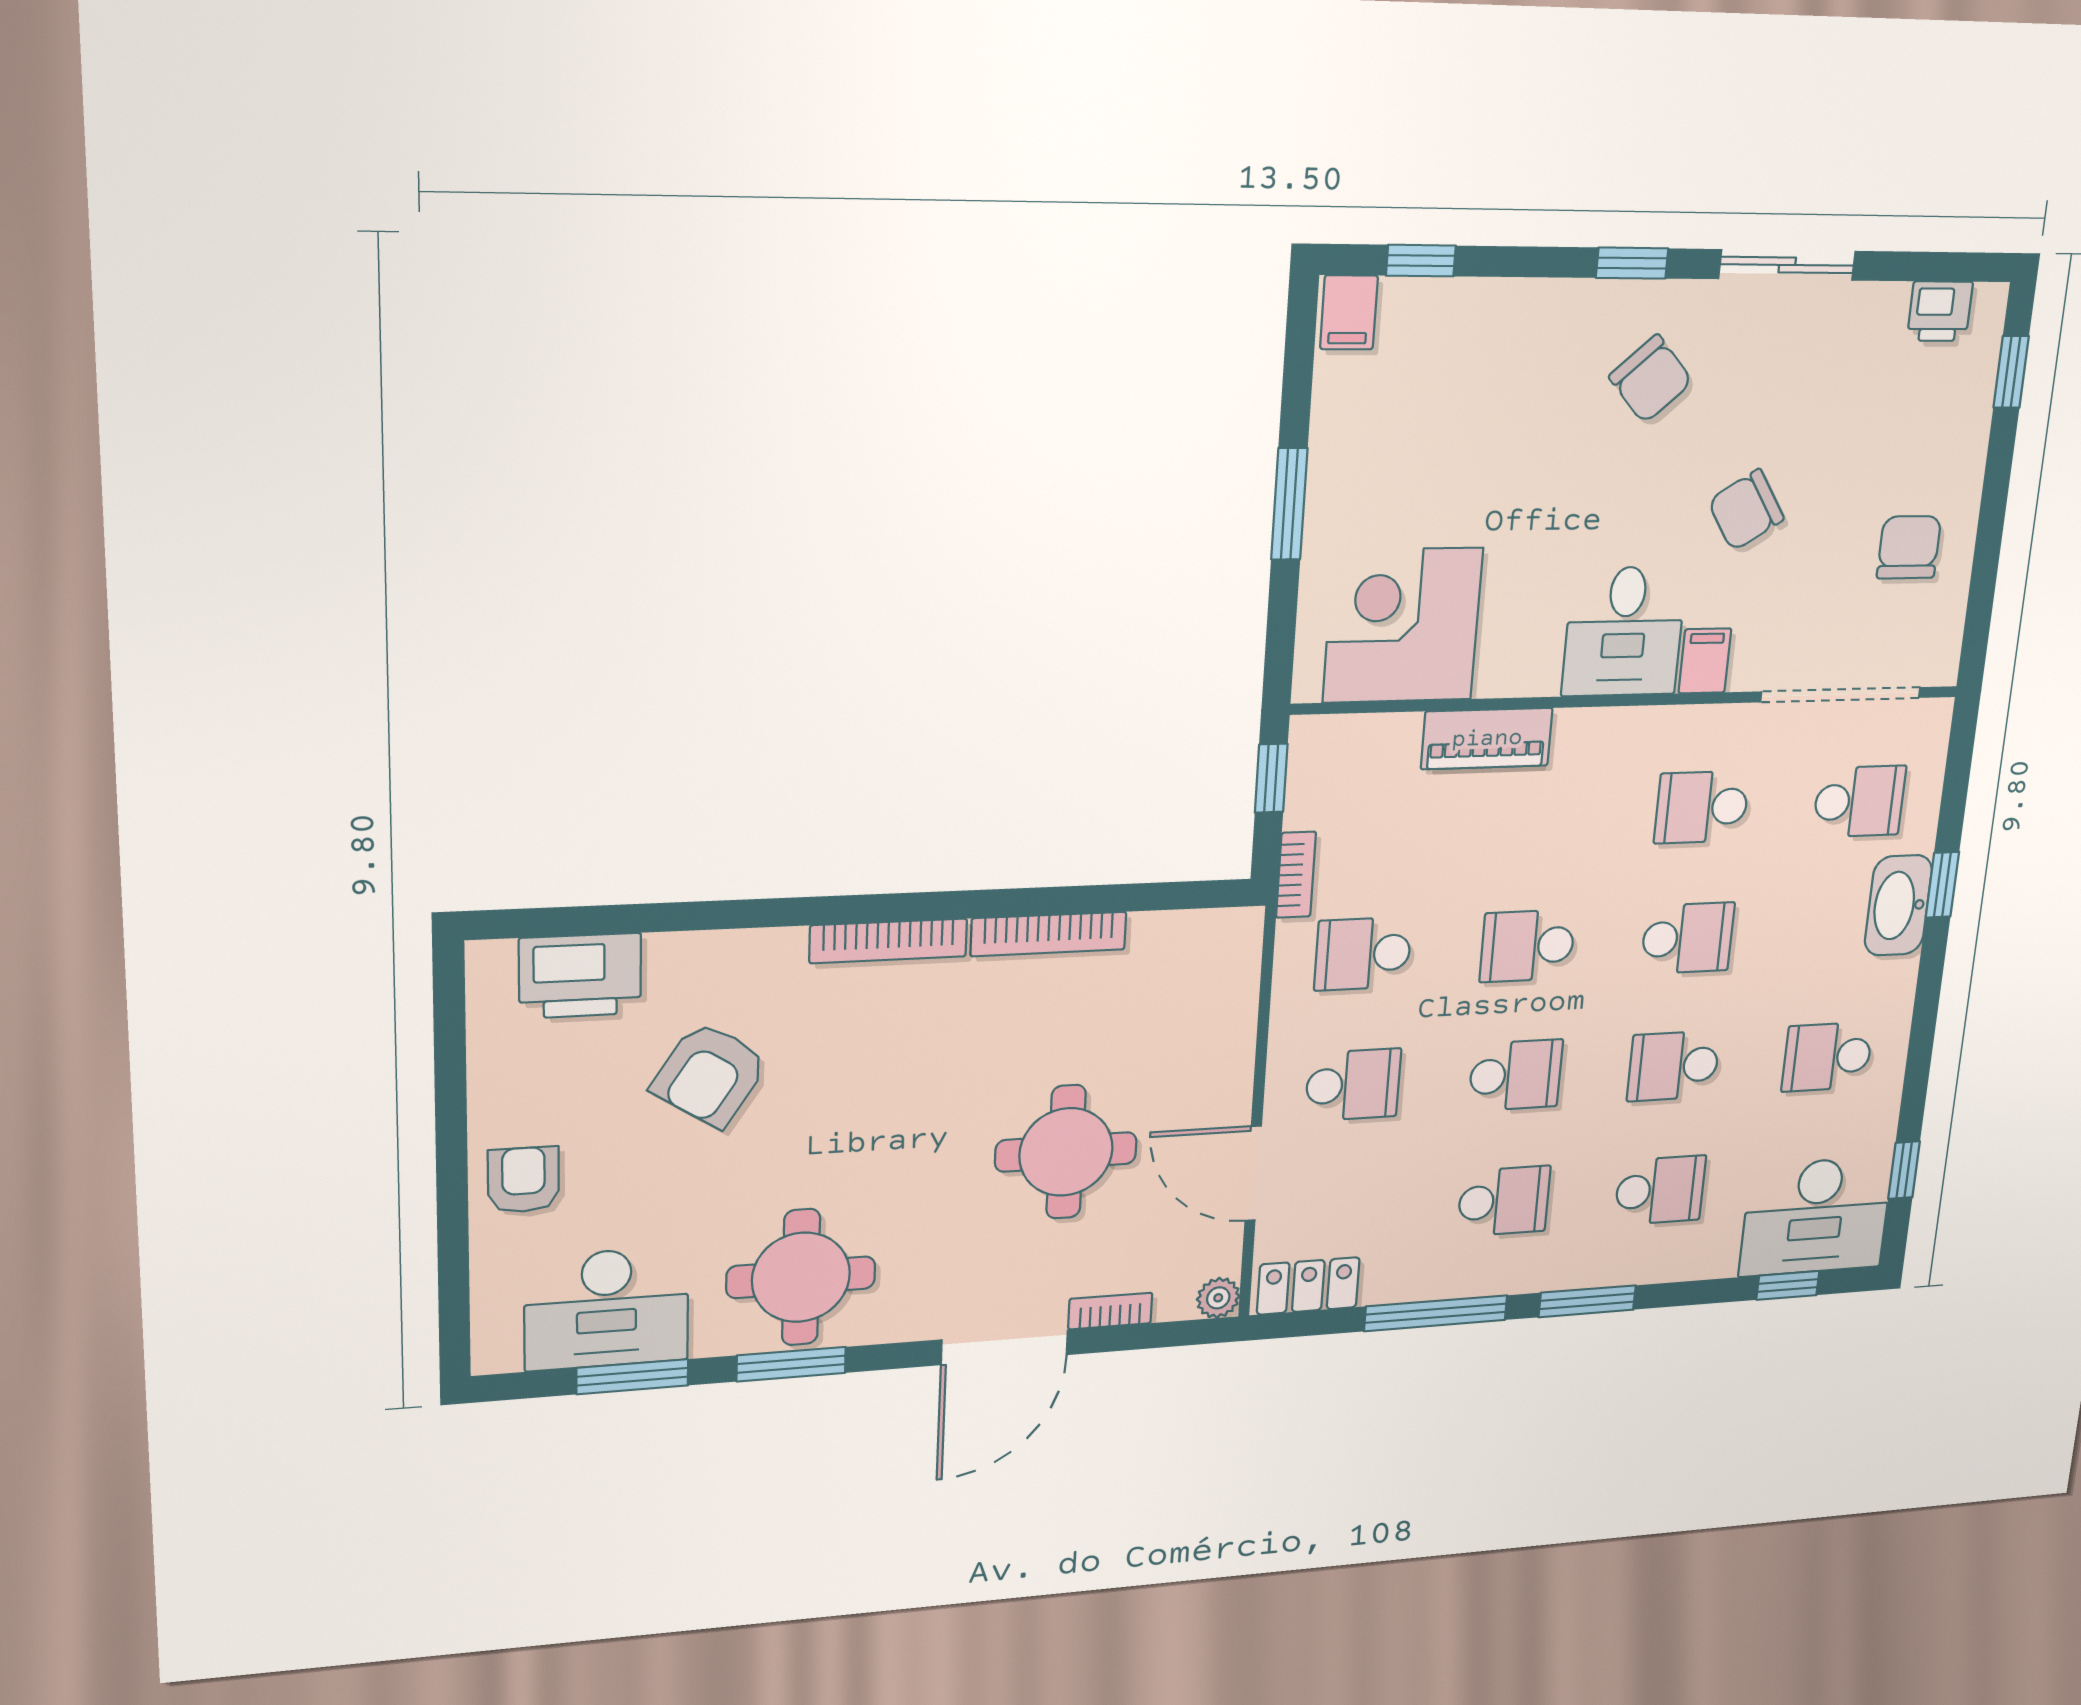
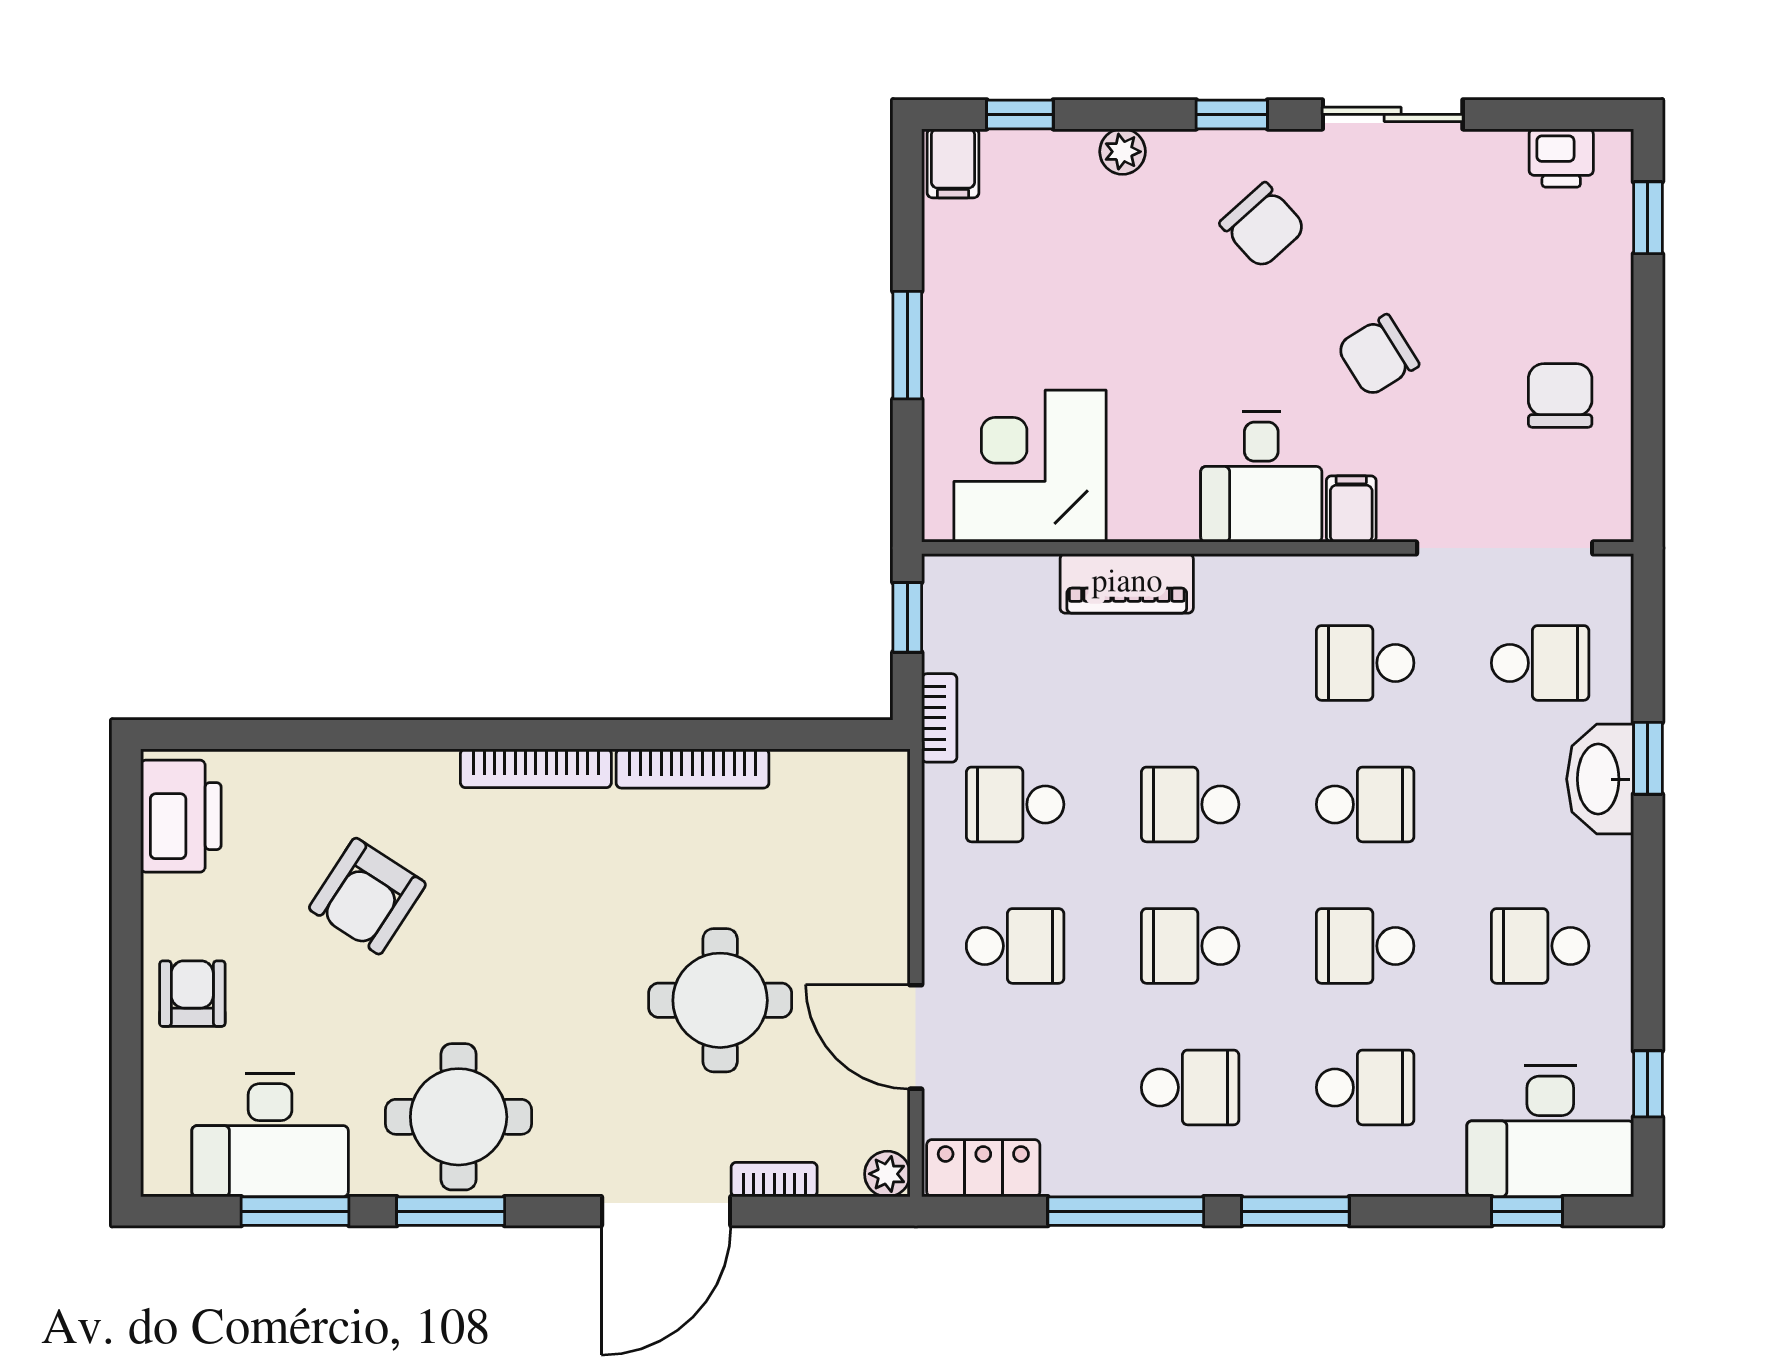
plant: (1521, 301) -> (1123, 152), added
printer: (580, 976) -> (181, 816), moved, turned -90
school desk: (1515, 1075) -> (1190, 946), turned 180

